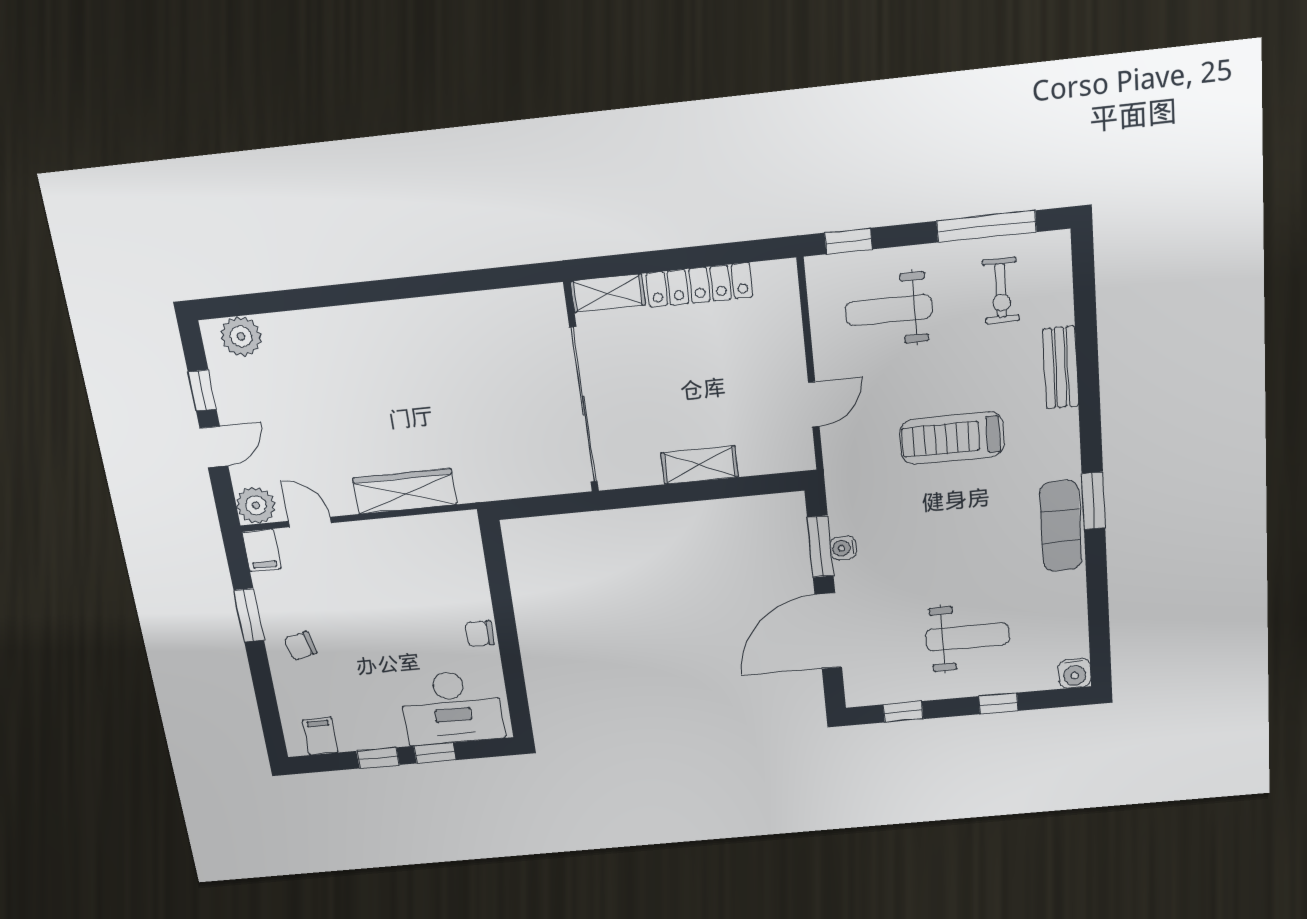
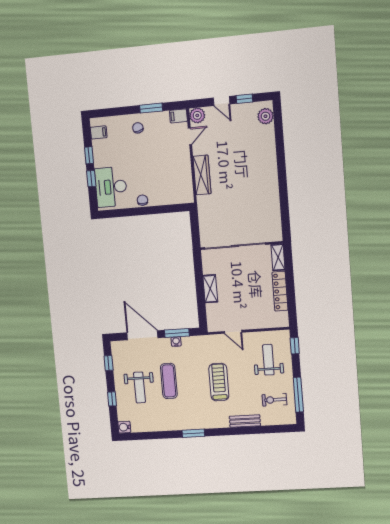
exercise mat: (1061, 526) -> (169, 381), moved, turned 90

